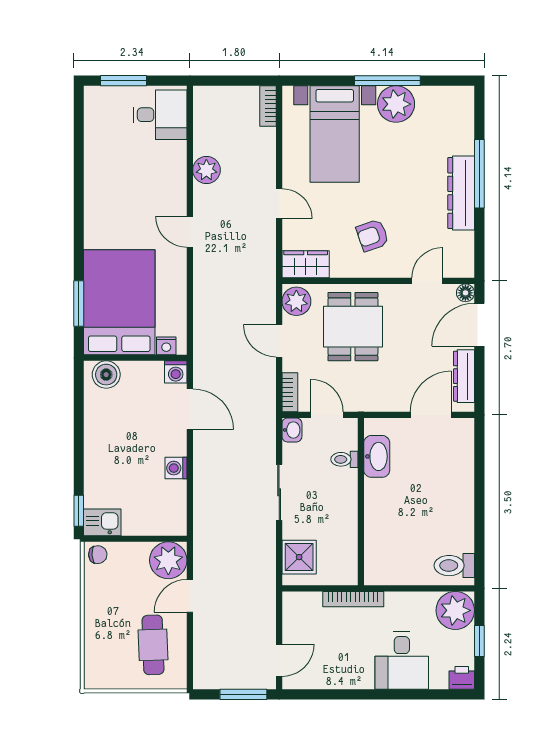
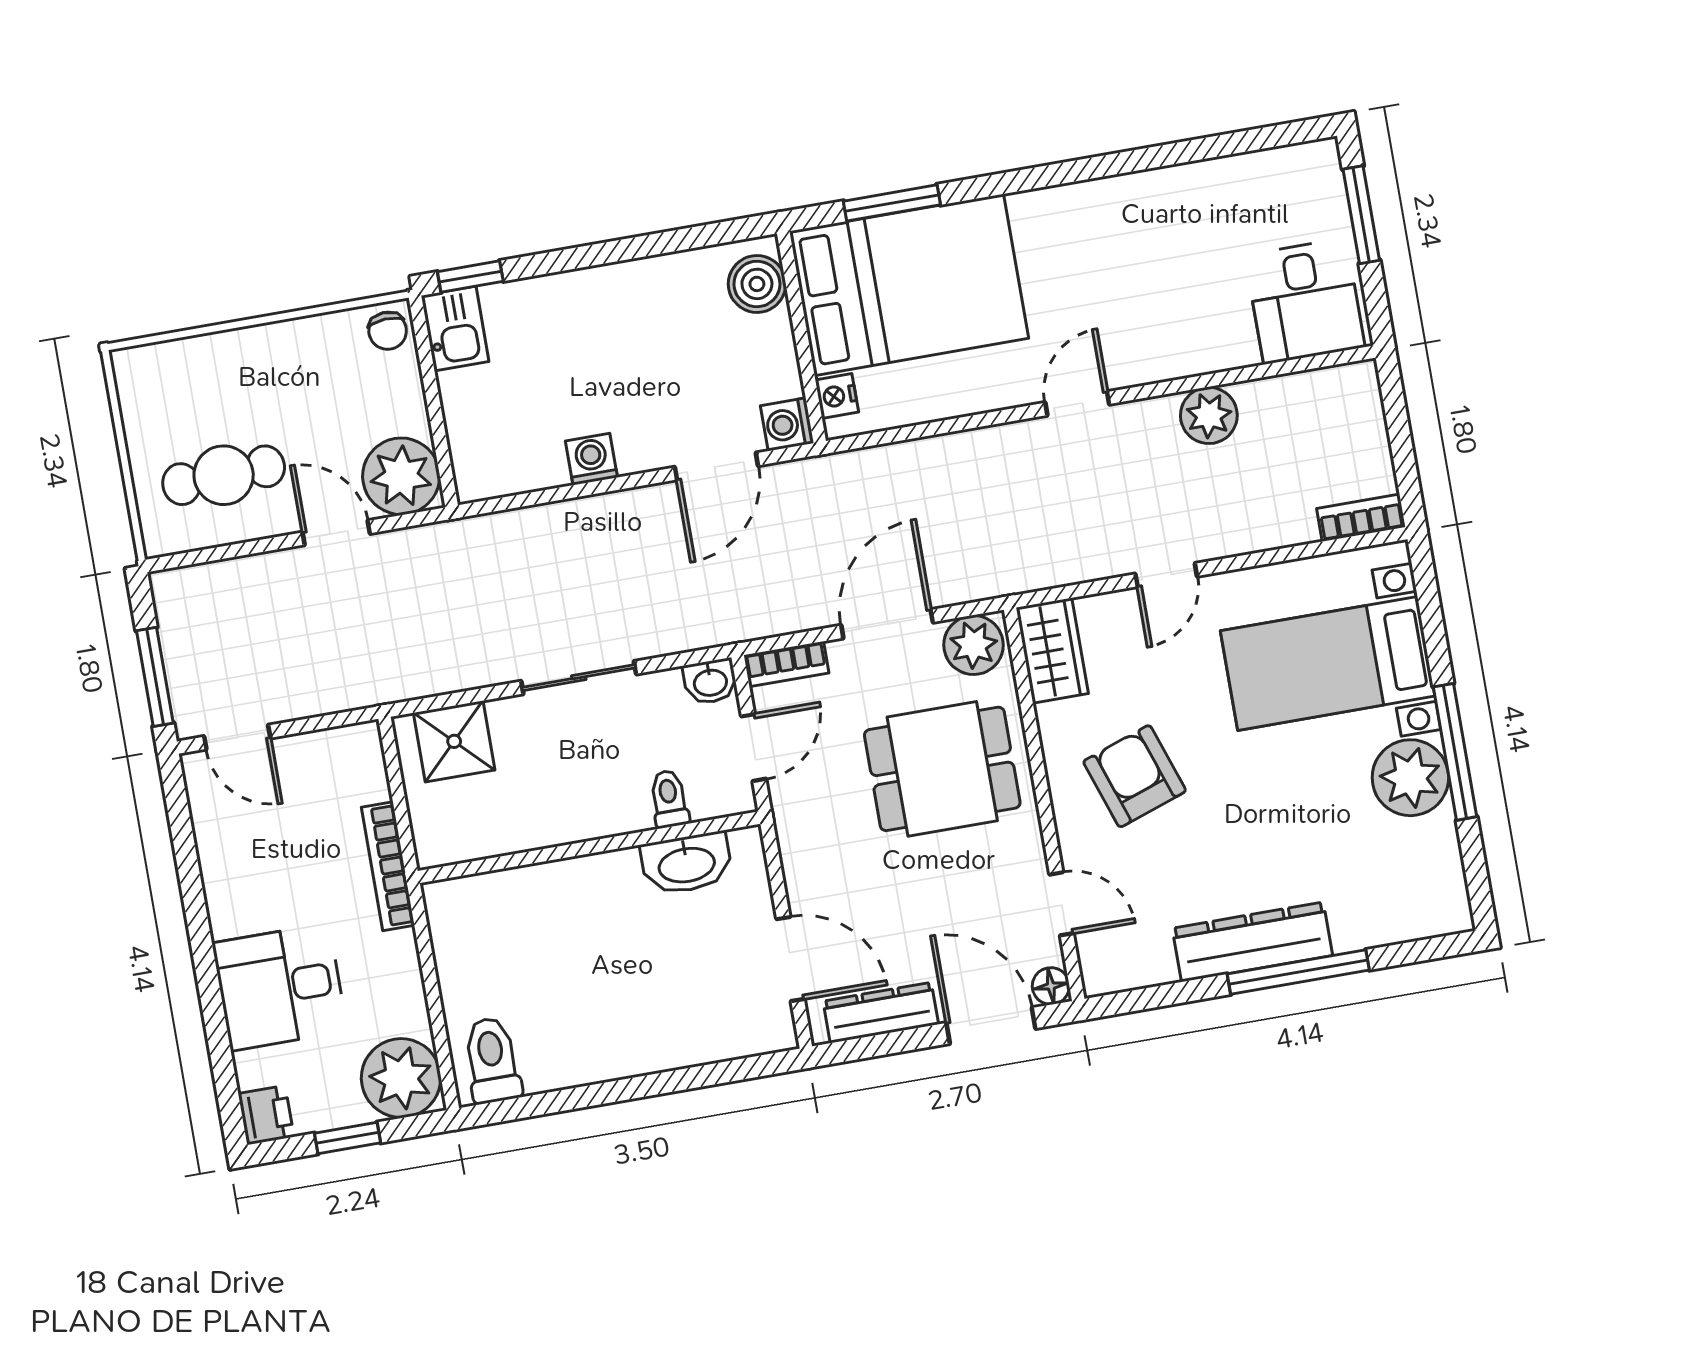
armchair: (372, 235) -> (1135, 776), width x1.38, depth x1.38
door: (279, 341) -> (887, 624), width x1.38

